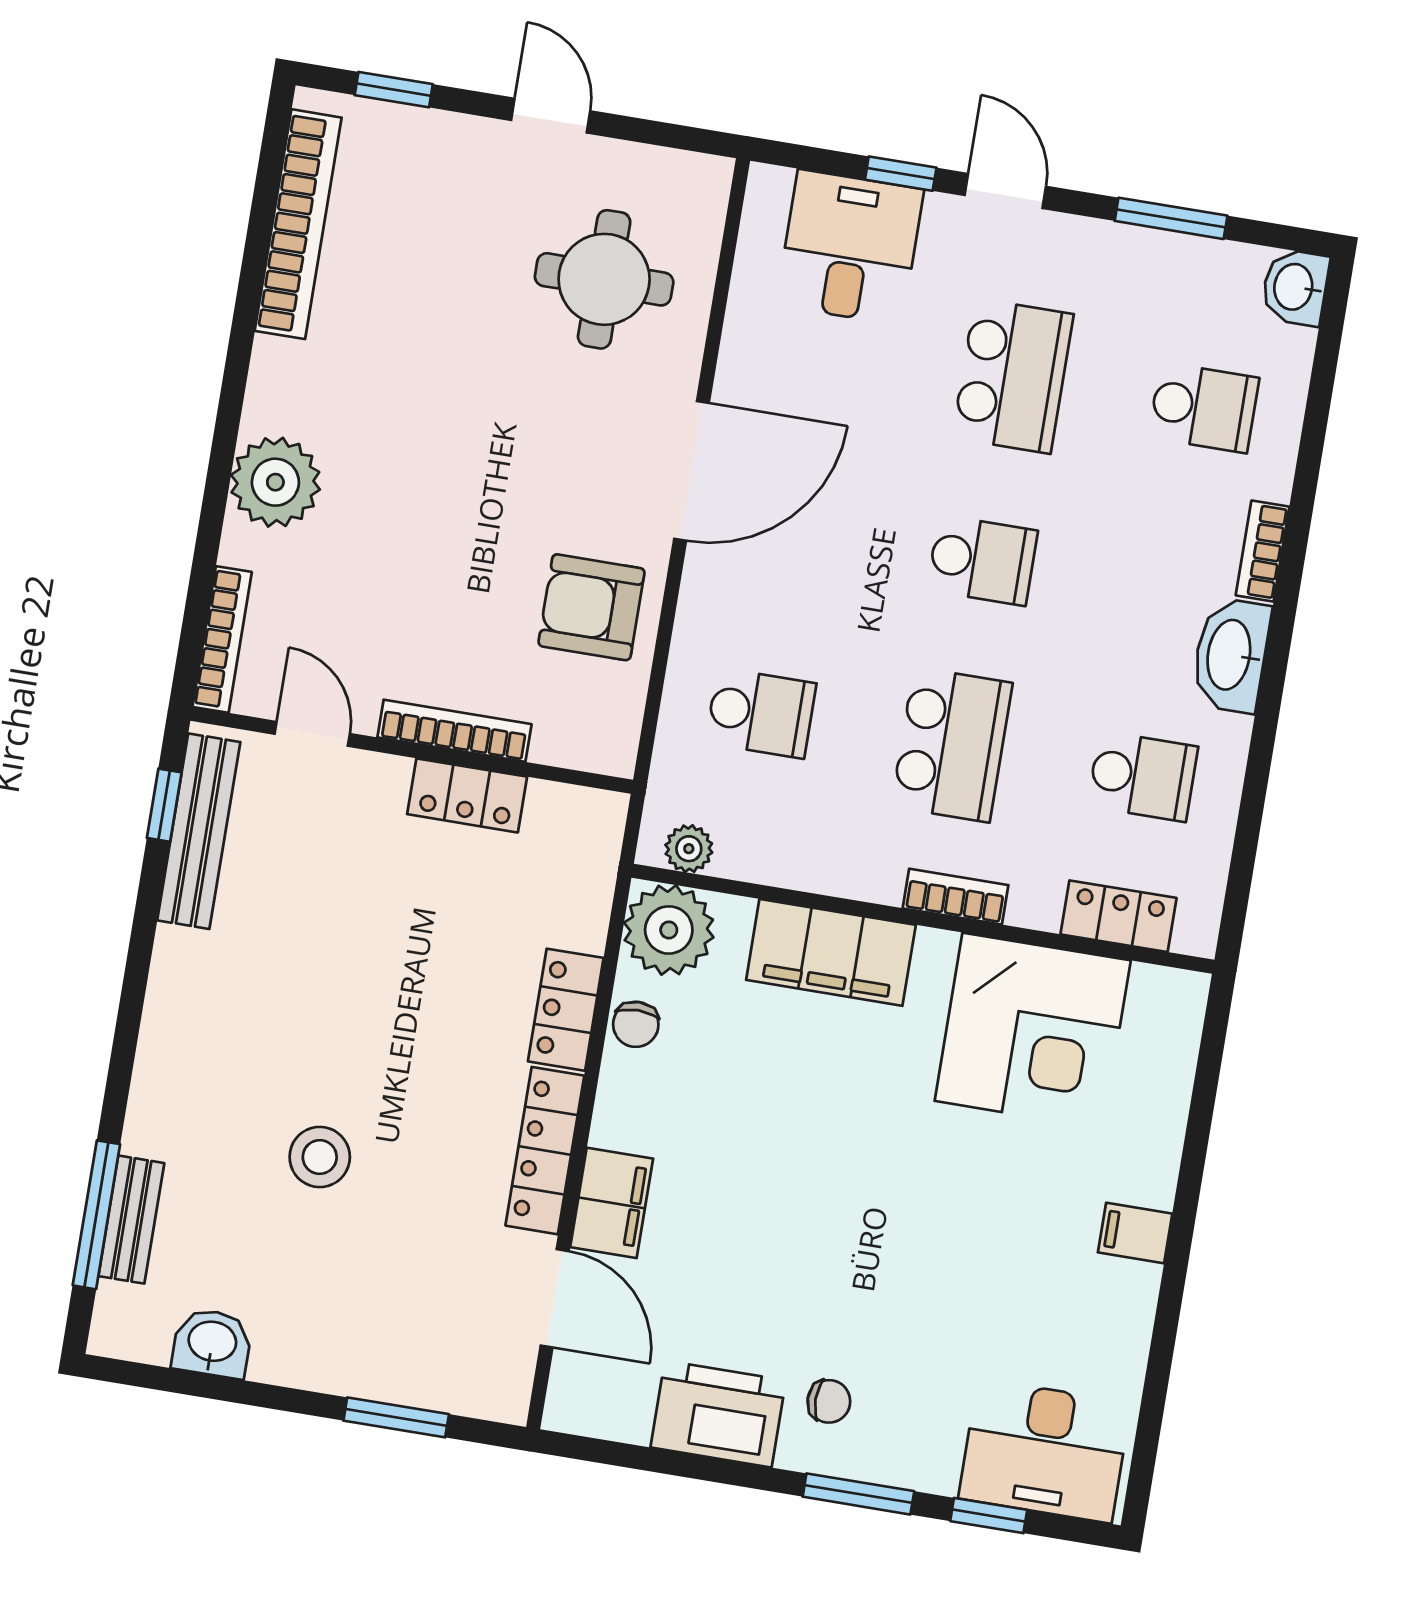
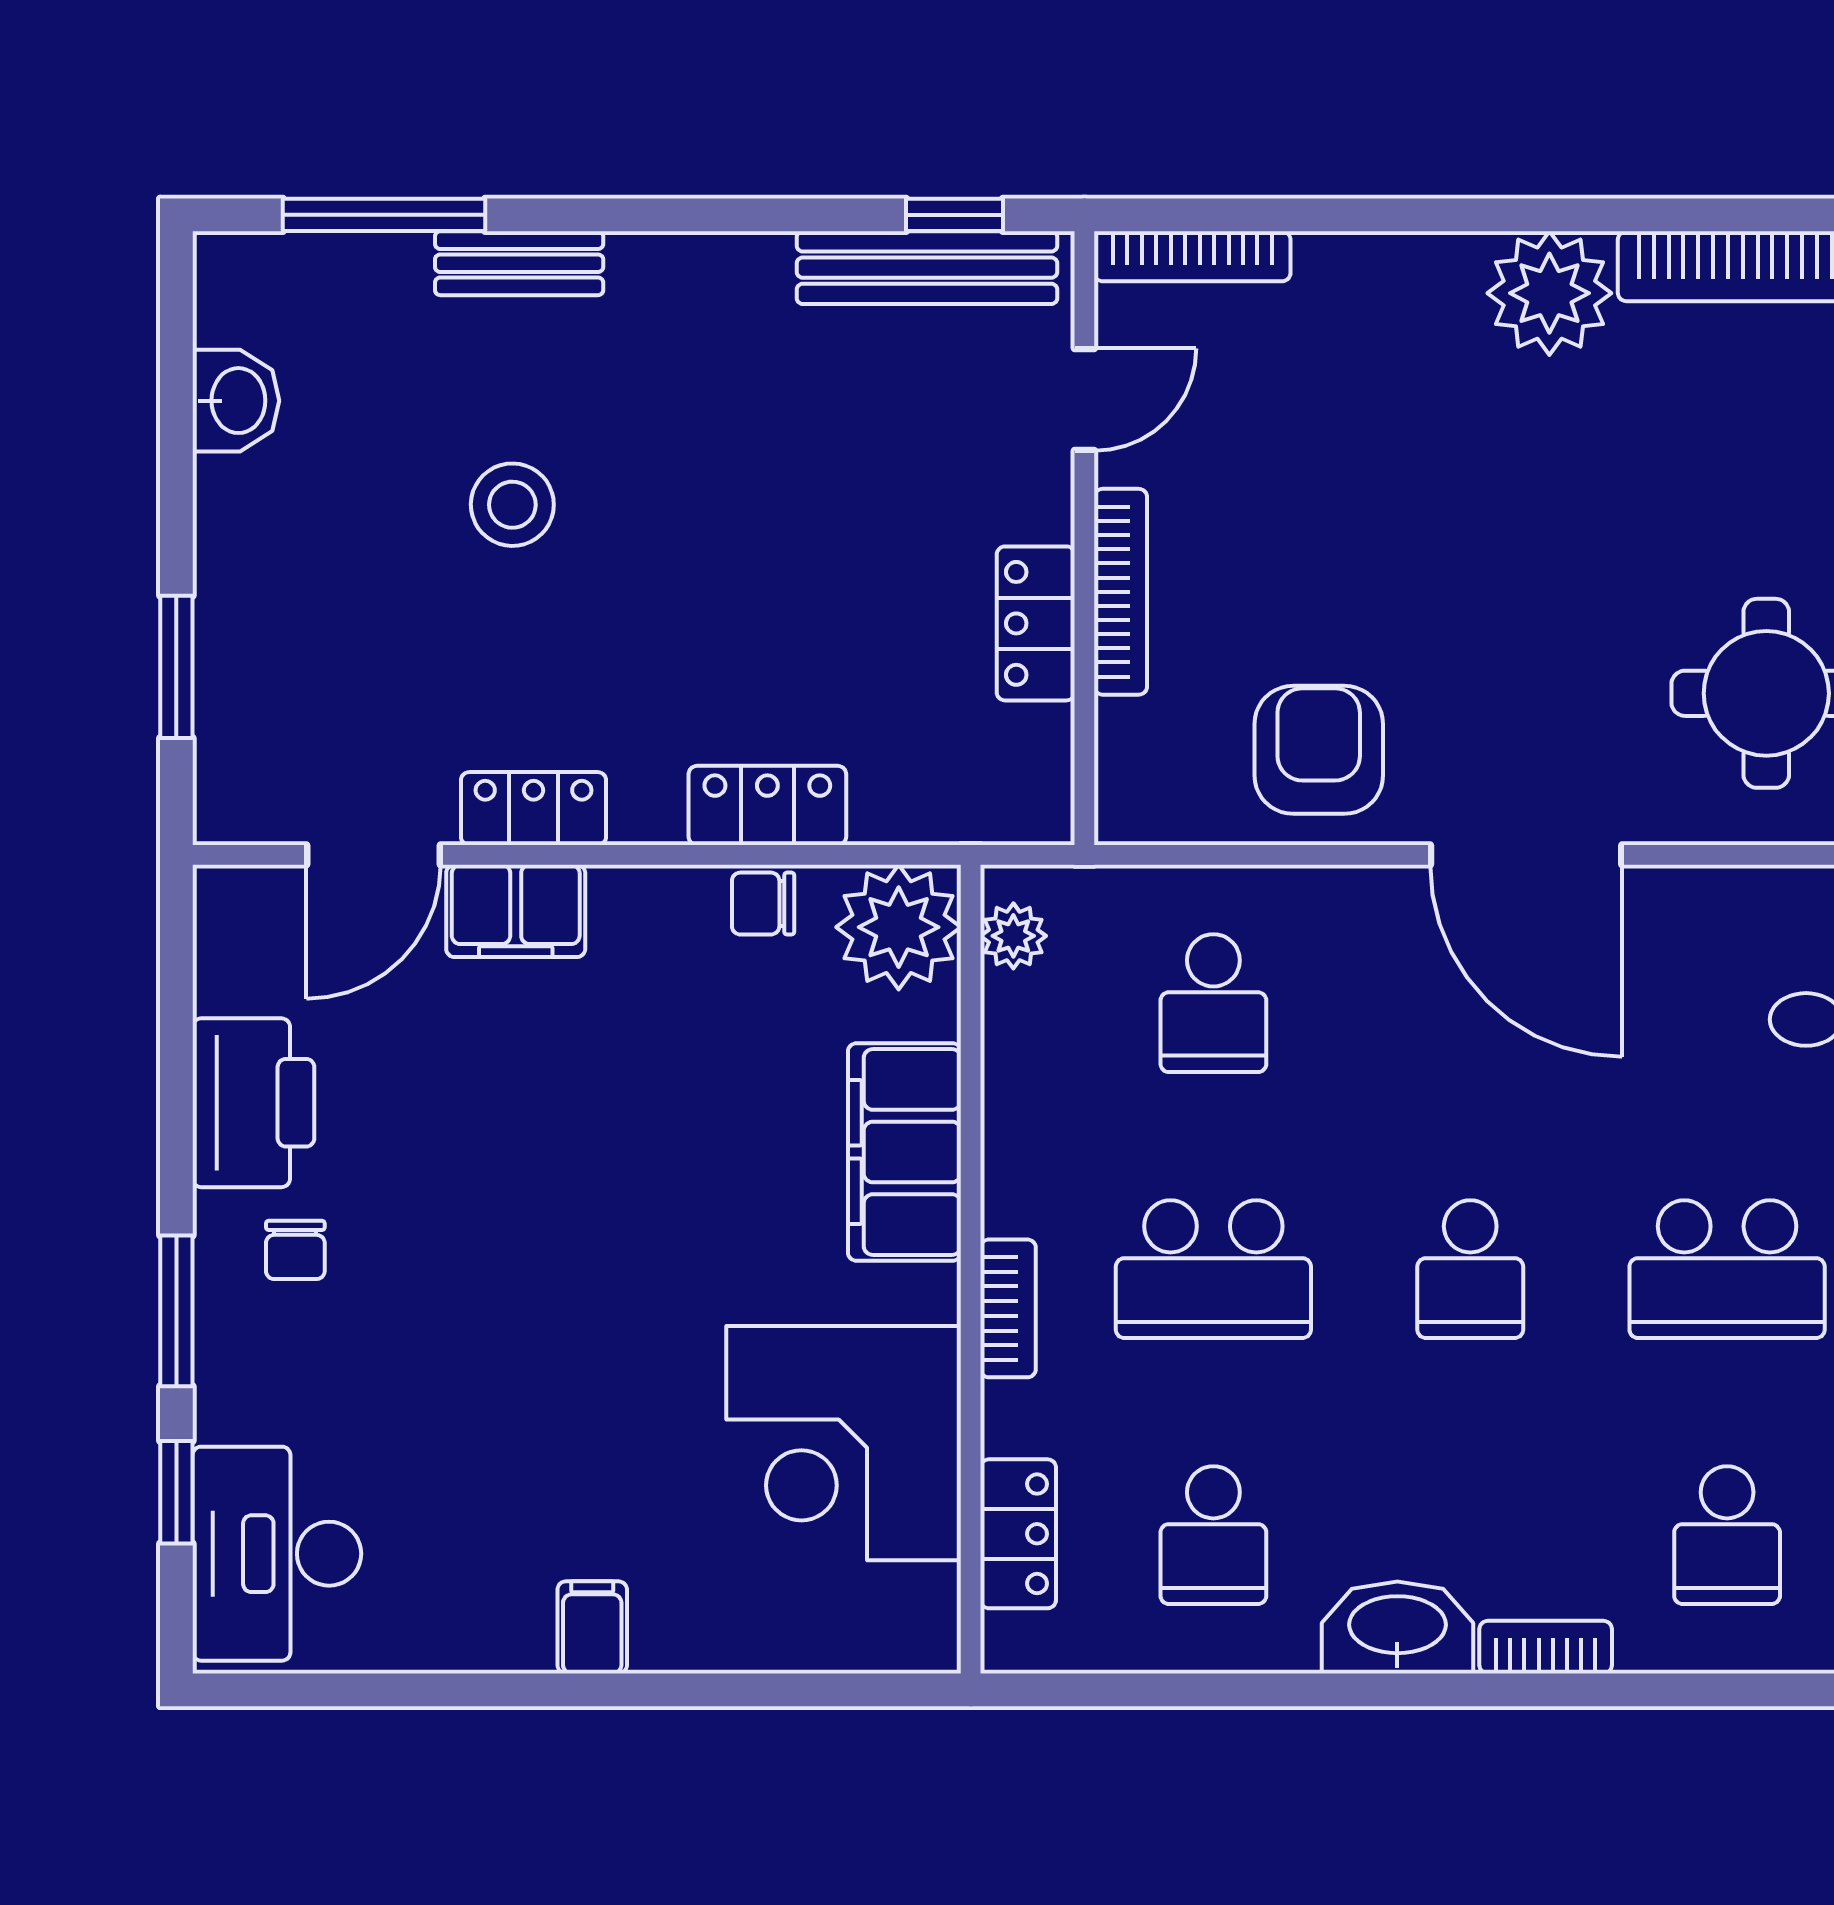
plant: (275, 482) -> (1549, 293), moved
locker: (545, 1151) -> (534, 809), width x0.66
bench: (131, 1220) -> (519, 263), moved

